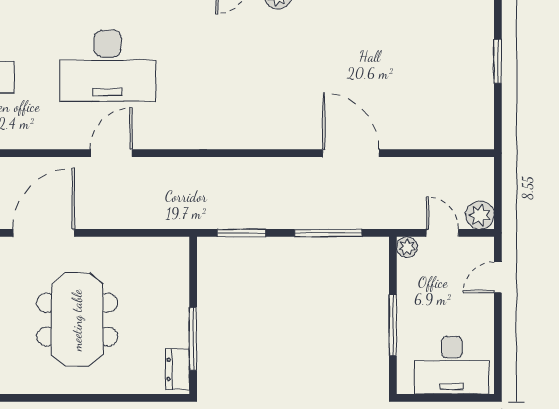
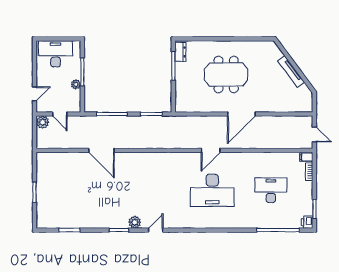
desk: (108, 66) -> (212, 190), turned 180
plant: (407, 247) -> (76, 84), moved
meeting table: (77, 320) -> (226, 75), turned 90

